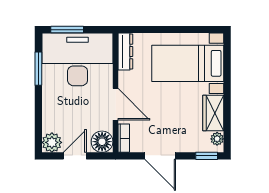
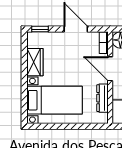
dresser: (125, 52) -> (103, 98), moved
plant: (217, 139) -> (32, 42), removed

